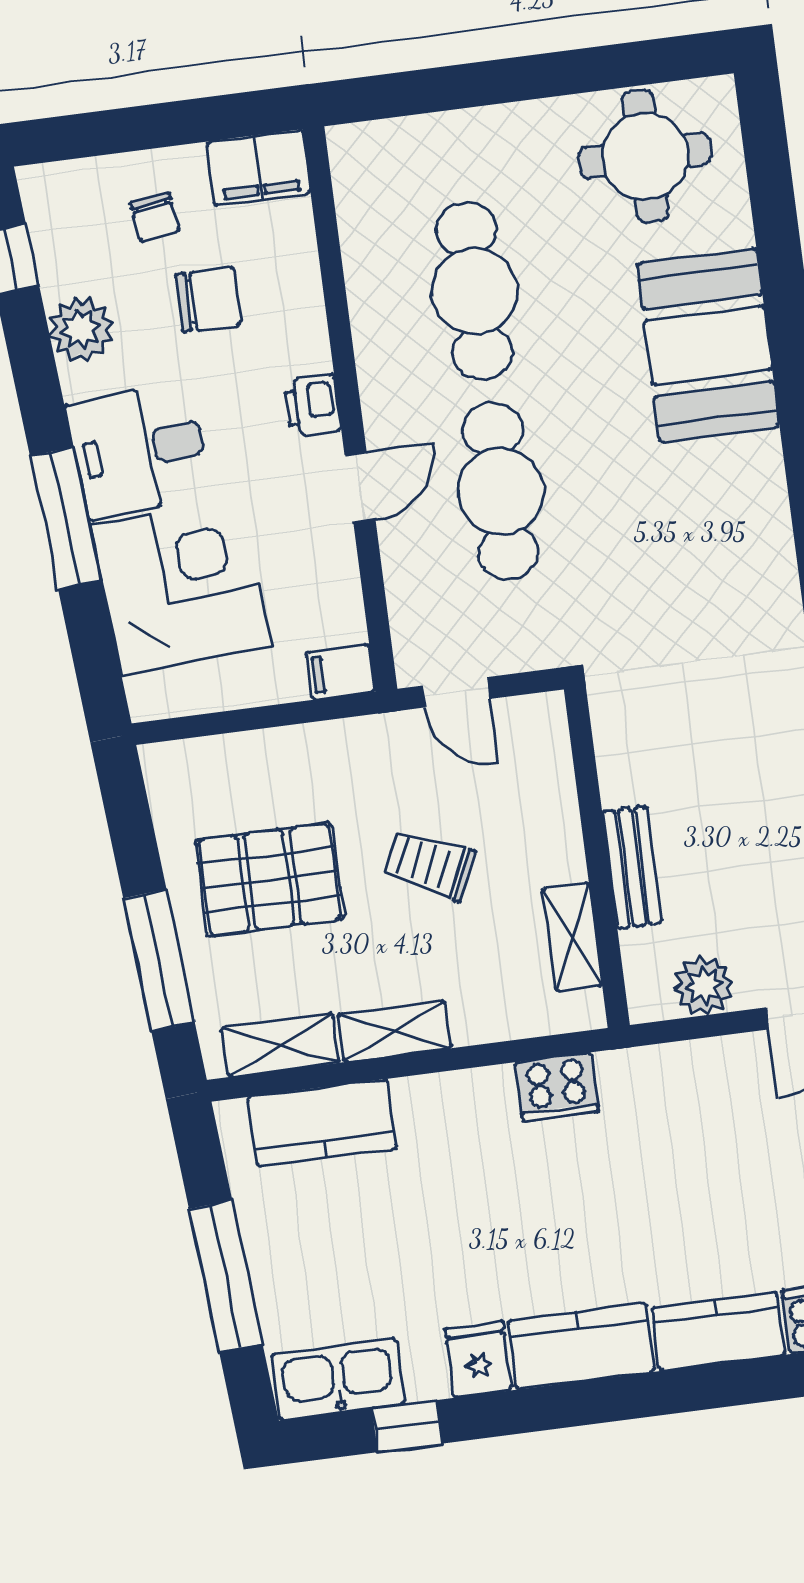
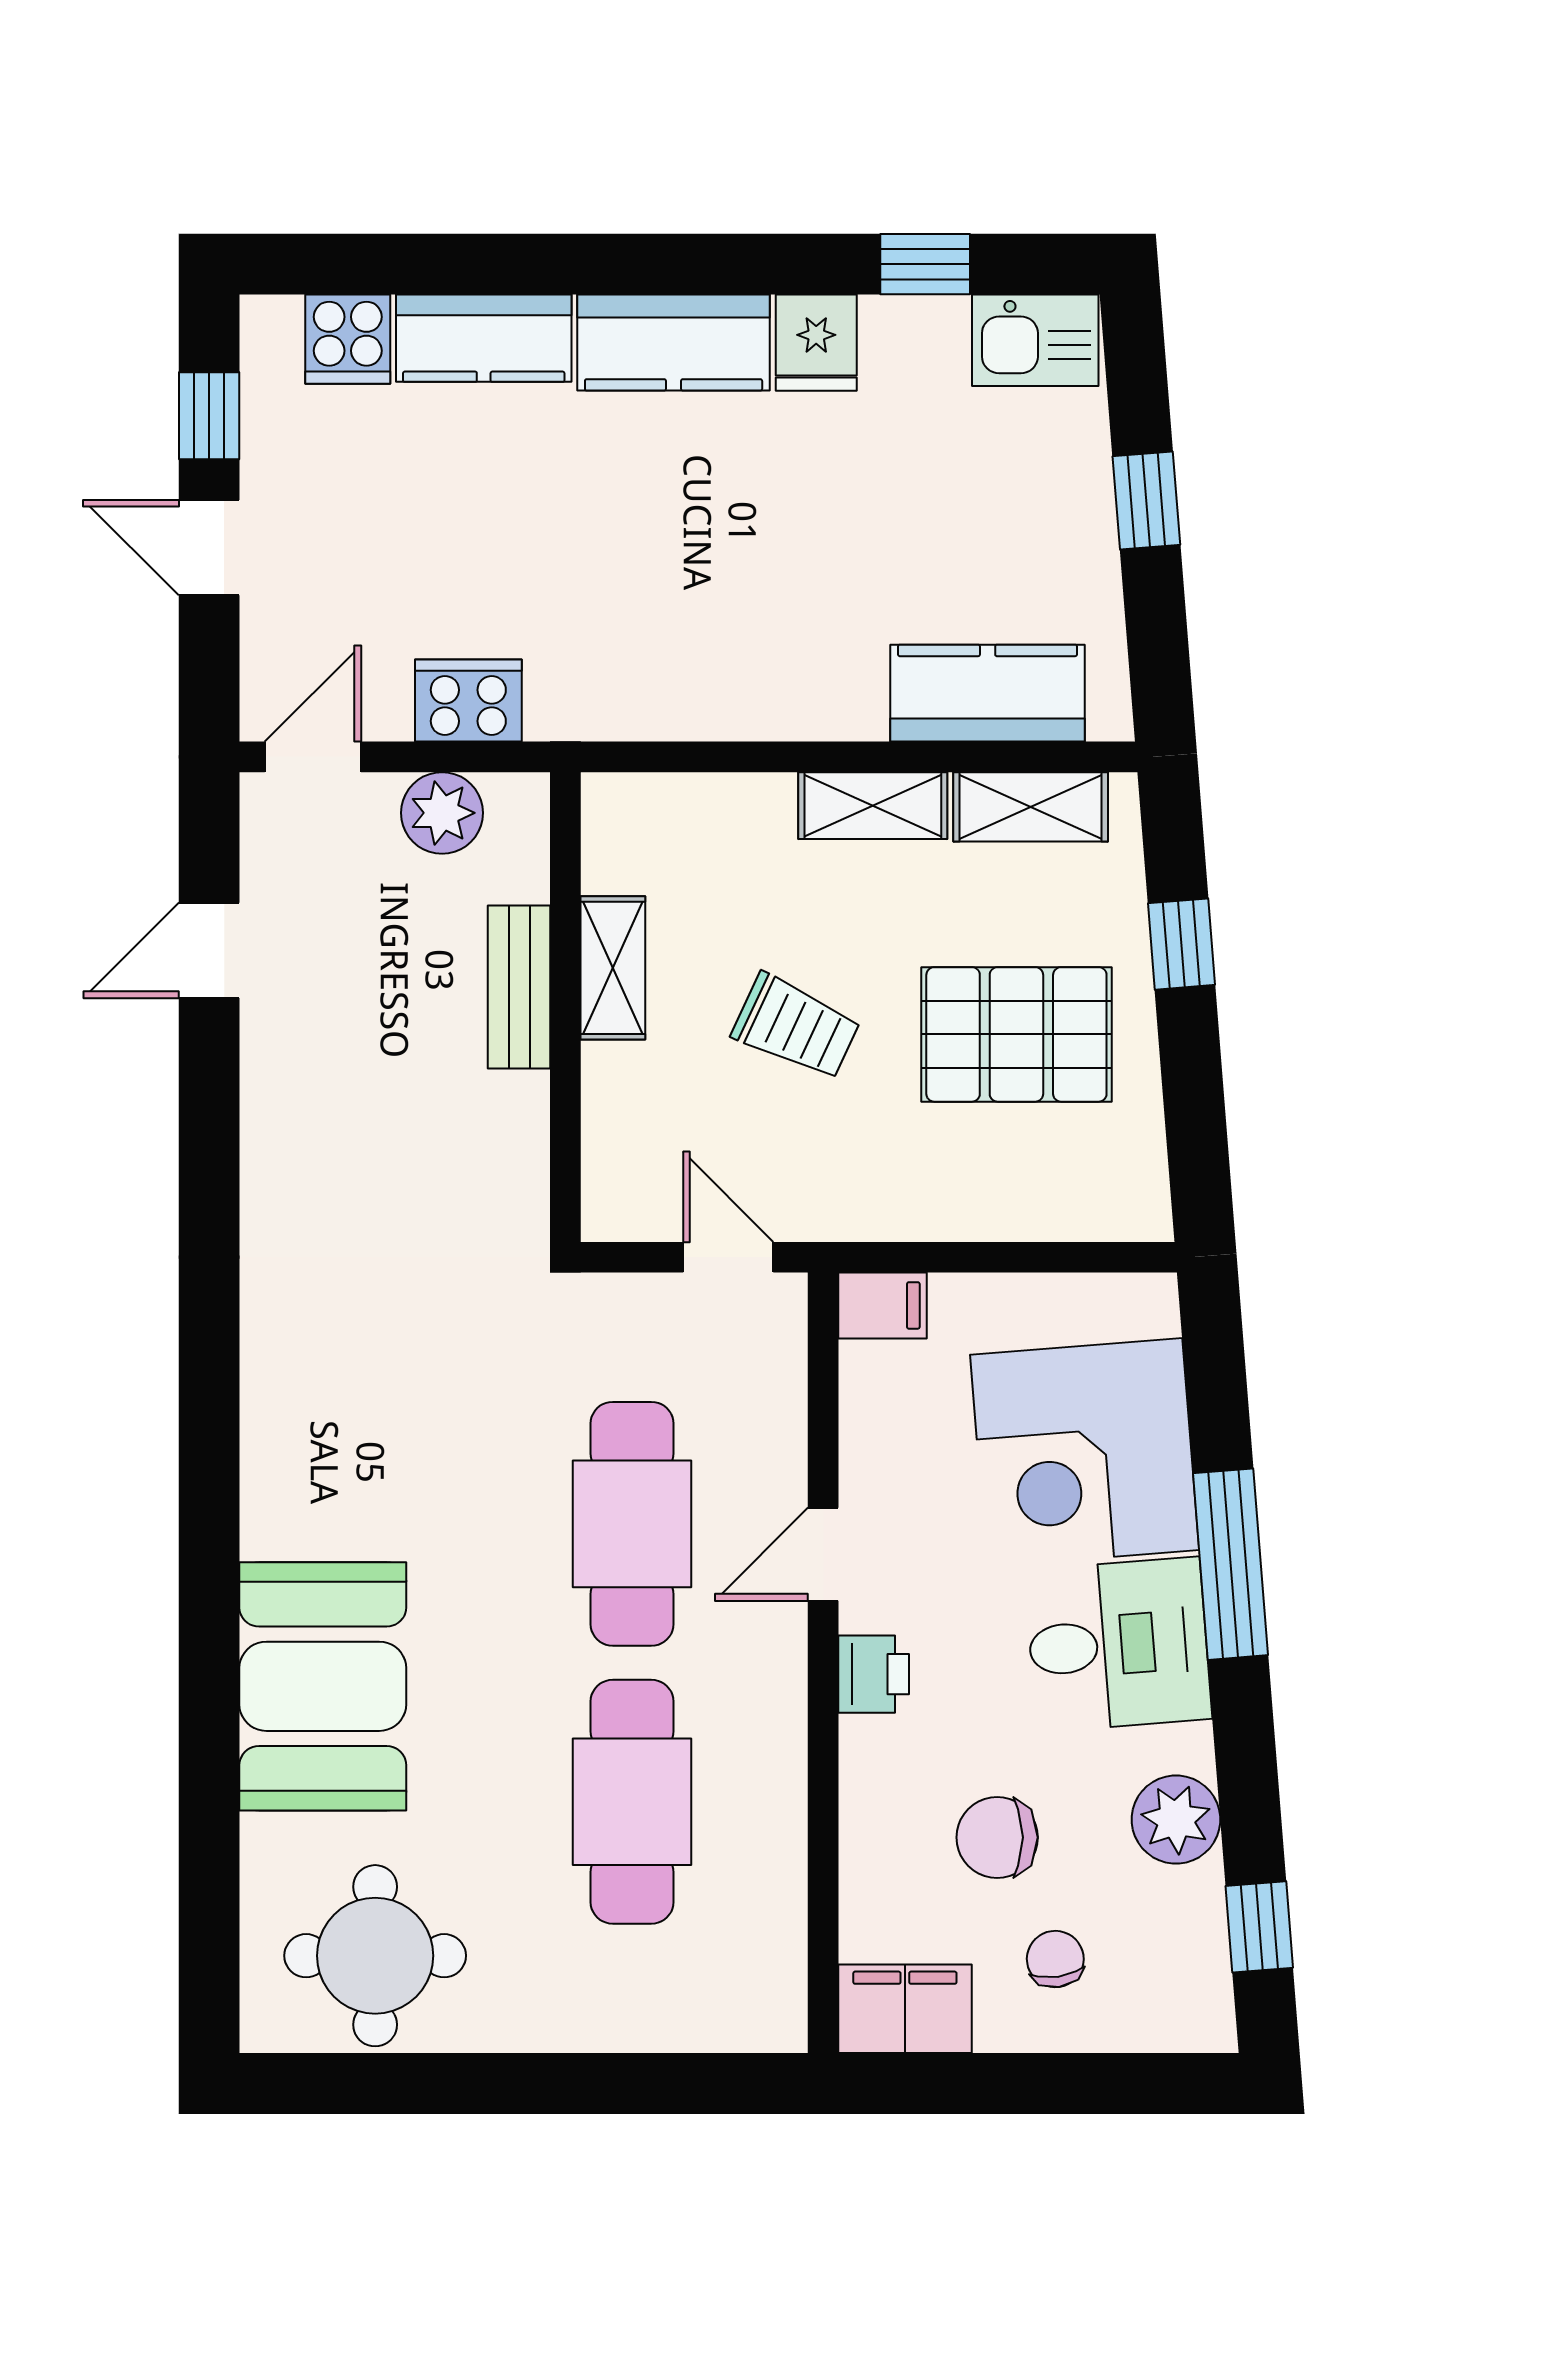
shelving: (572, 937) -> (613, 968), moved
window: (159, 960) -> (1181, 944), width x0.46
cooker: (557, 1087) -> (468, 701), moved
window: (226, 1276) -> (1146, 501), width x0.46
kitchen sink: (338, 1379) -> (1035, 340), width x0.73

